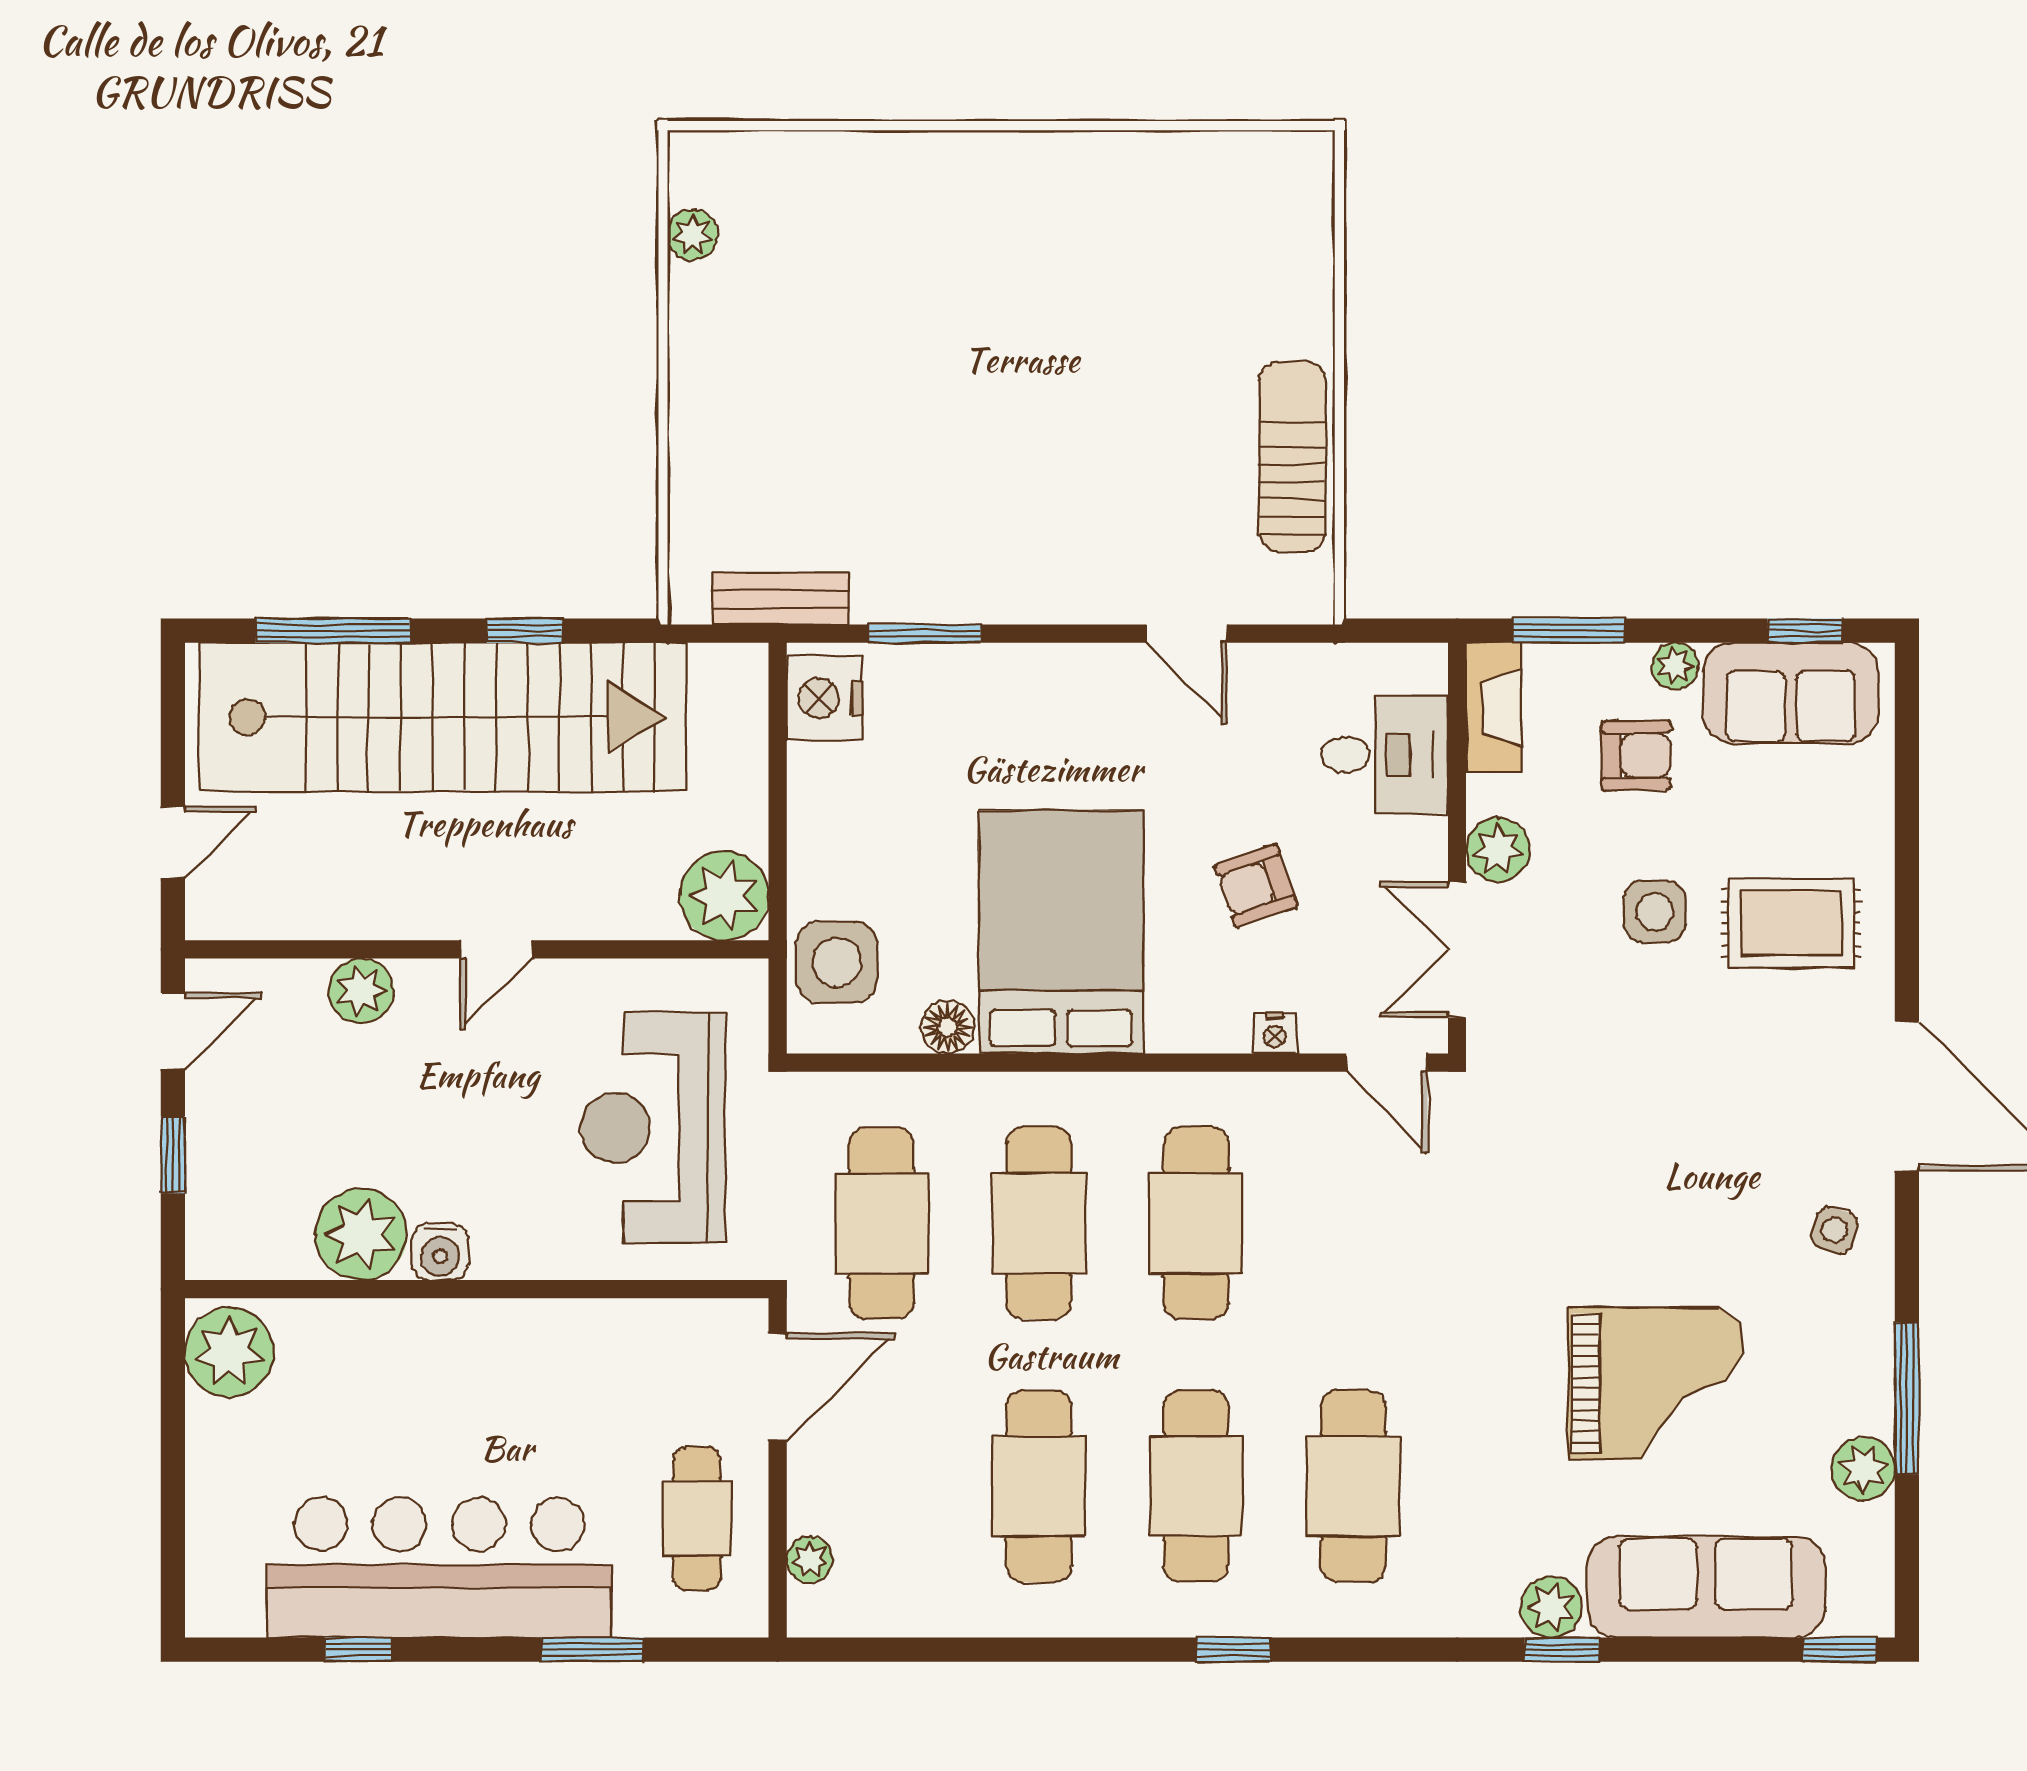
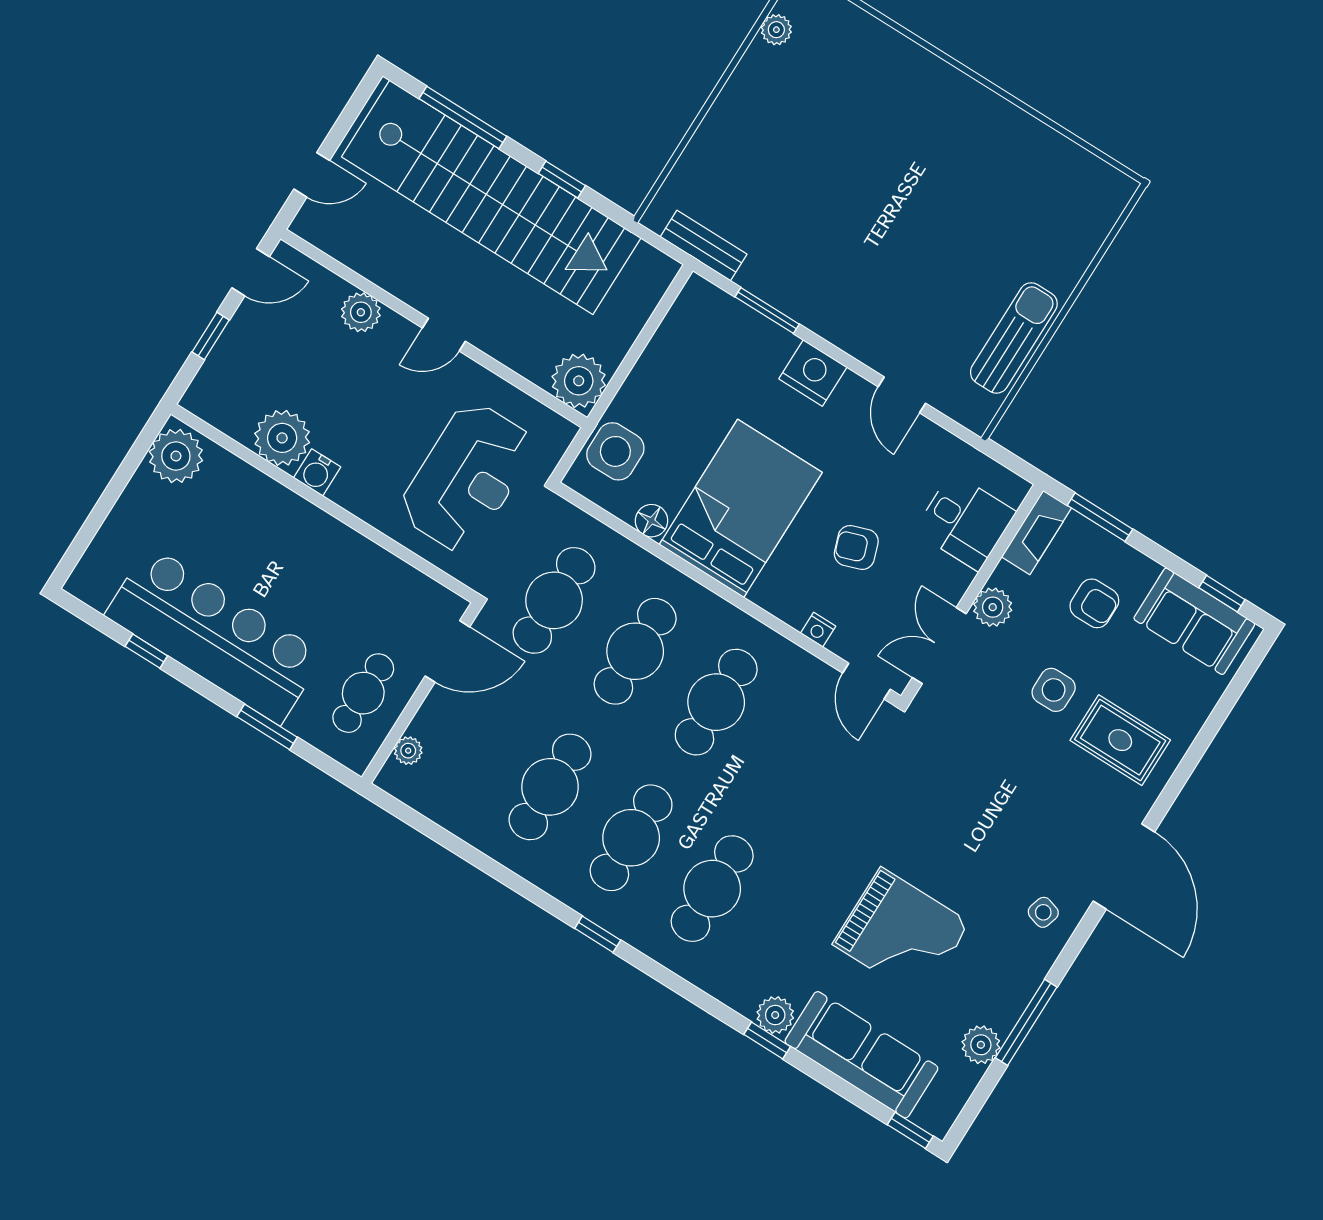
plant: (1675, 666) -> (1143, 570), removed
nightstand: (825, 698) -> (813, 373), moved, turned 90
reception desk: (653, 1128) -> (467, 477), turned 180

